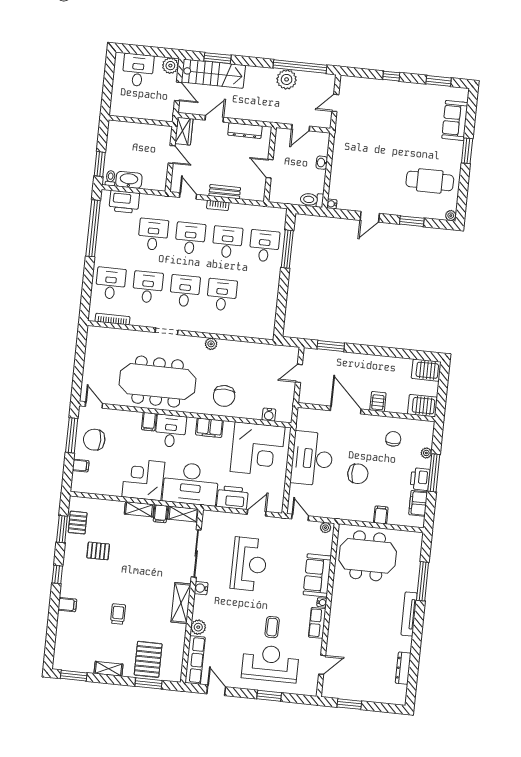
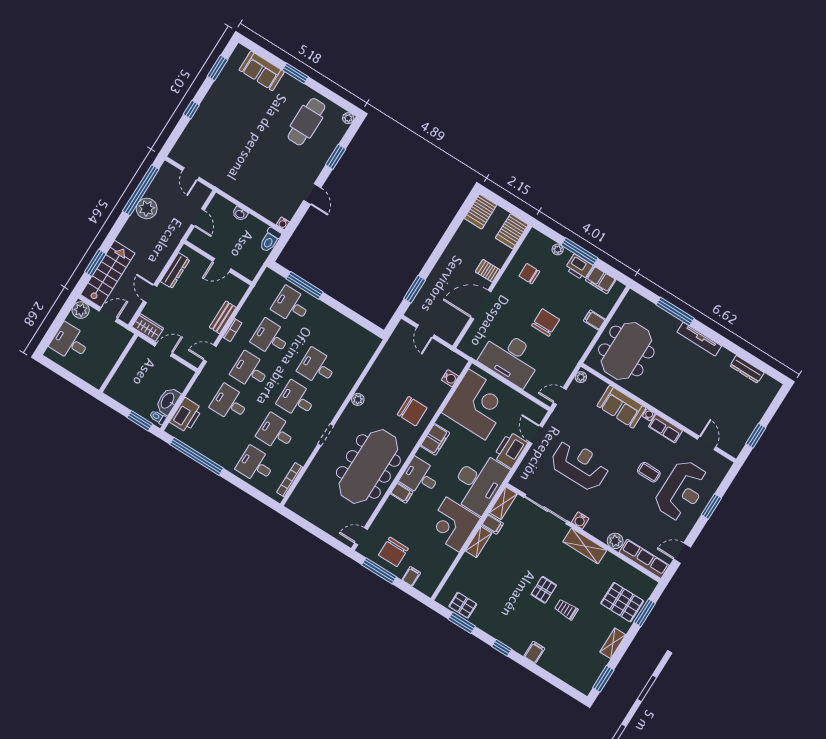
pallet: (98, 551) -> (544, 590), moved
reception desk: (270, 663) -> (682, 491), turned 180

